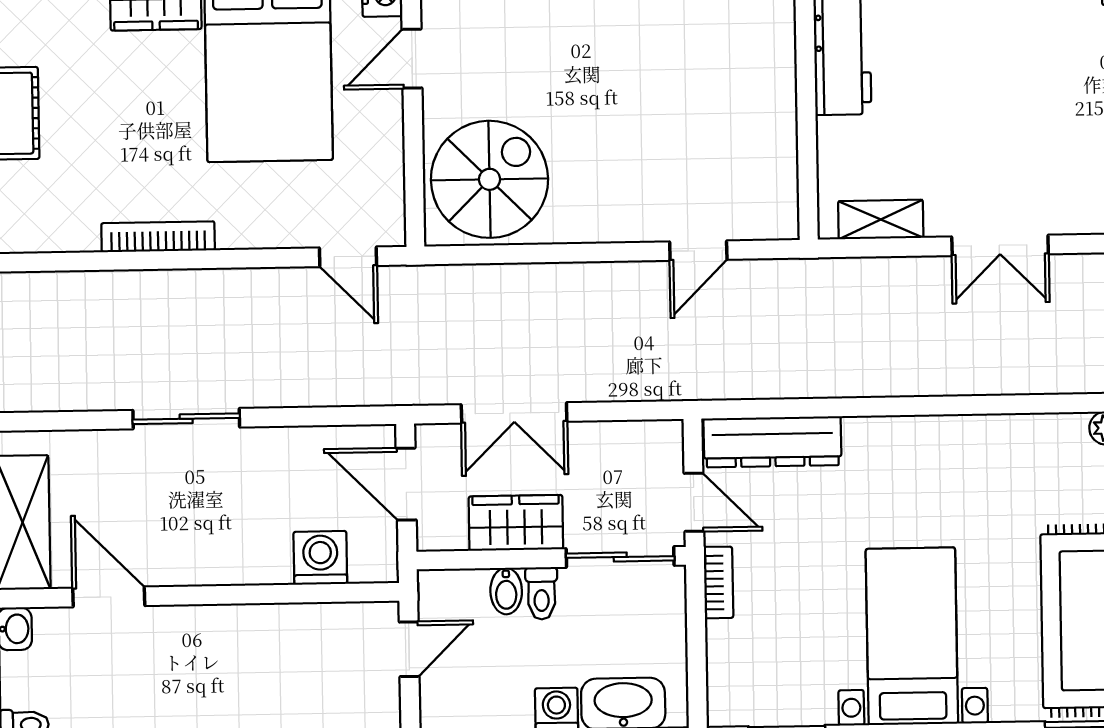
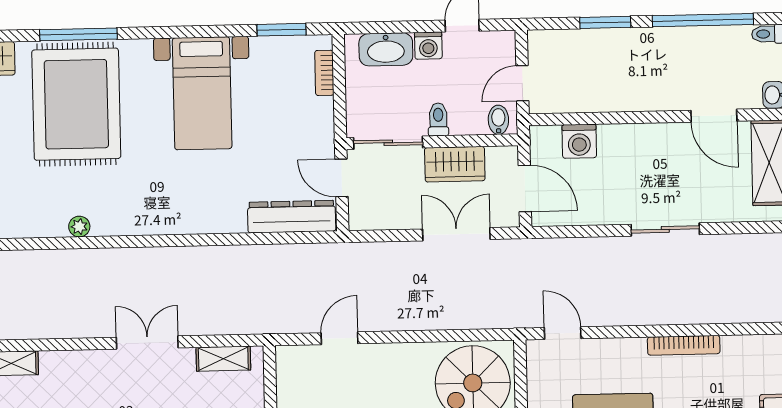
bookcase: (718, 582) -> (324, 73), moved
bidet: (506, 591) -> (498, 120), moved

